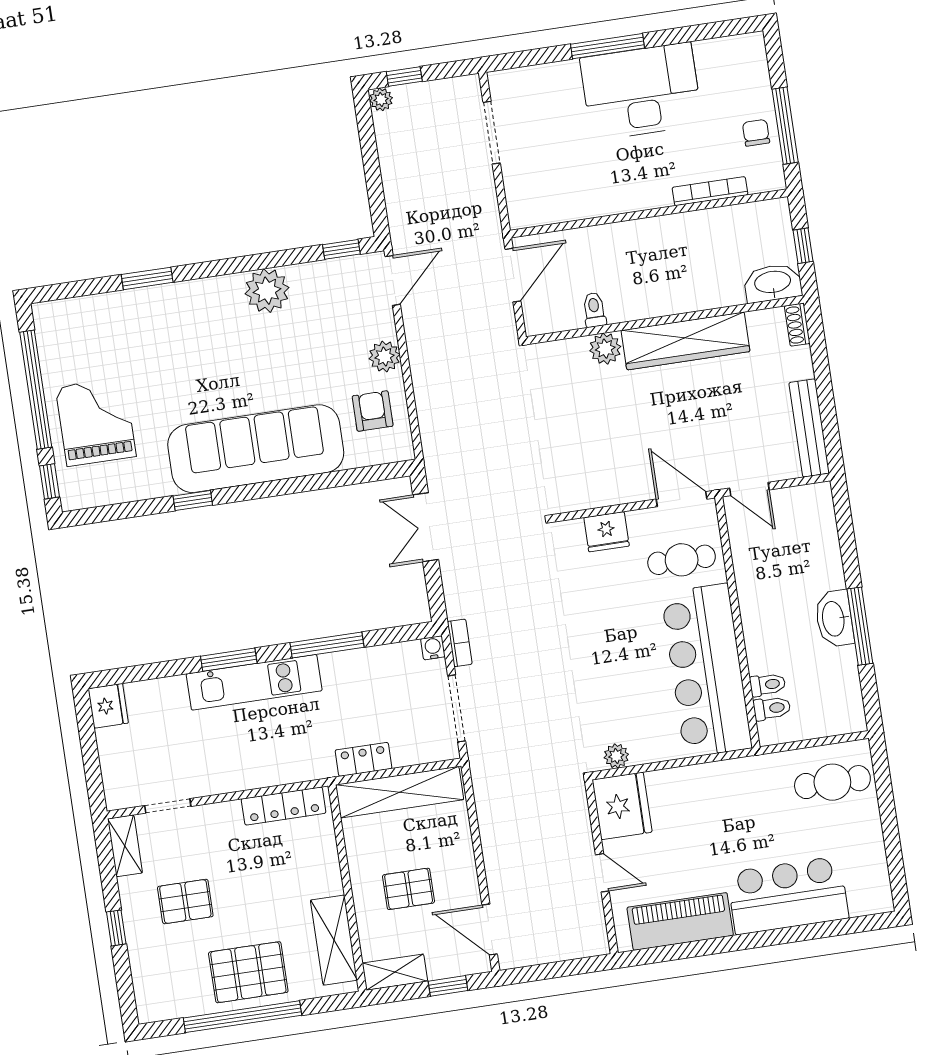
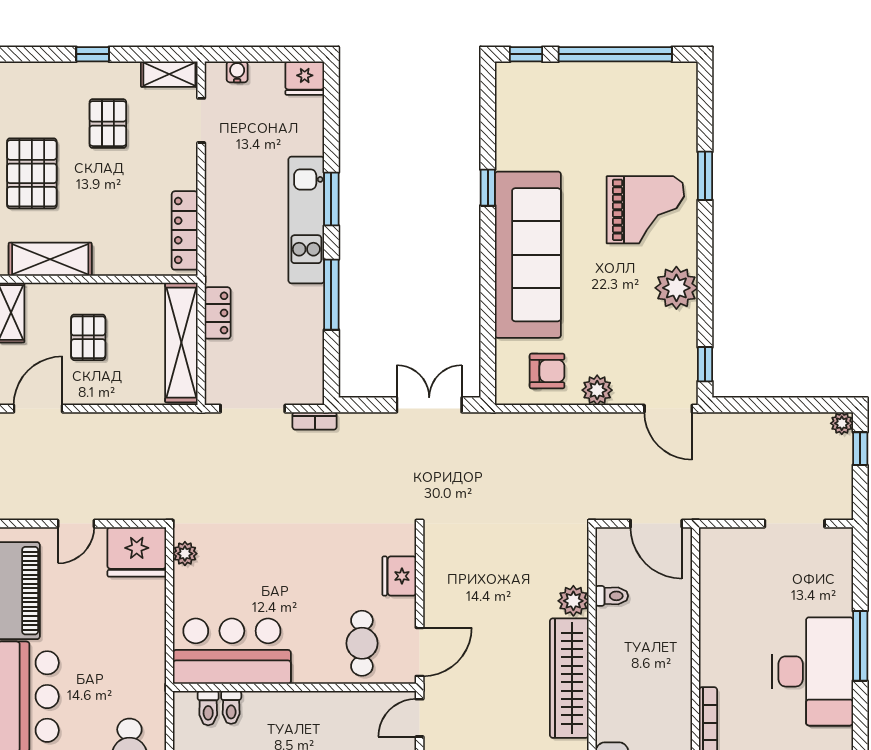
grand piano: (96, 422) -> (645, 210), moved
water cooler: (433, 648) -> (237, 72), moved, turned -90
bar counter: (706, 670) -> (232, 651), width x0.73

